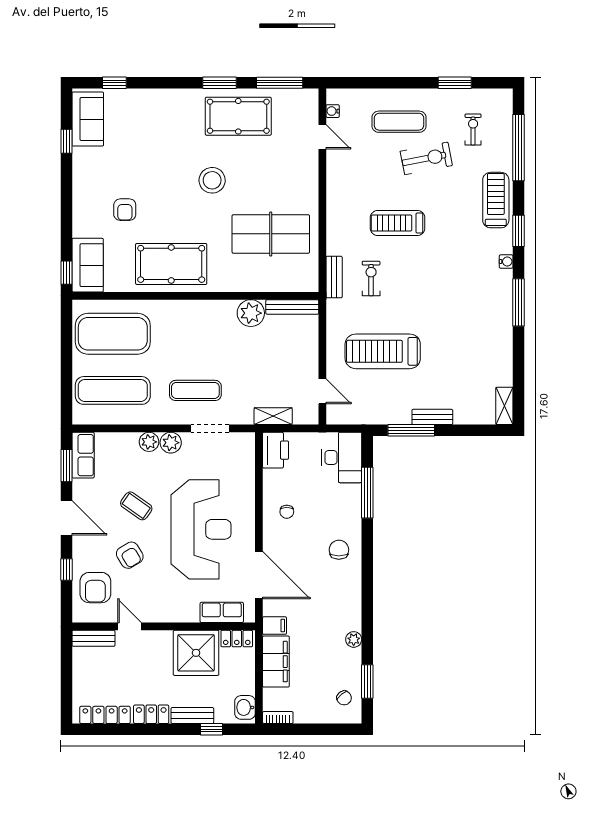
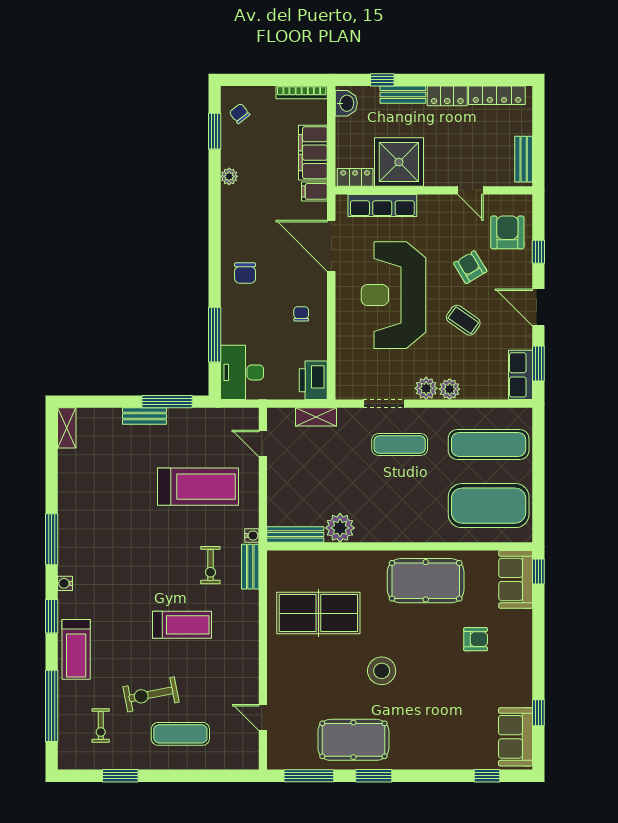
water cooler: (333, 111) -> (252, 536), moved
armchair: (125, 210) -> (476, 639), turned 90
row of seats: (222, 612) -> (382, 206), width x1.48
bench: (93, 638) -> (524, 159), moved, turned 90
bookcase: (278, 718) -> (302, 92), width x1.56

